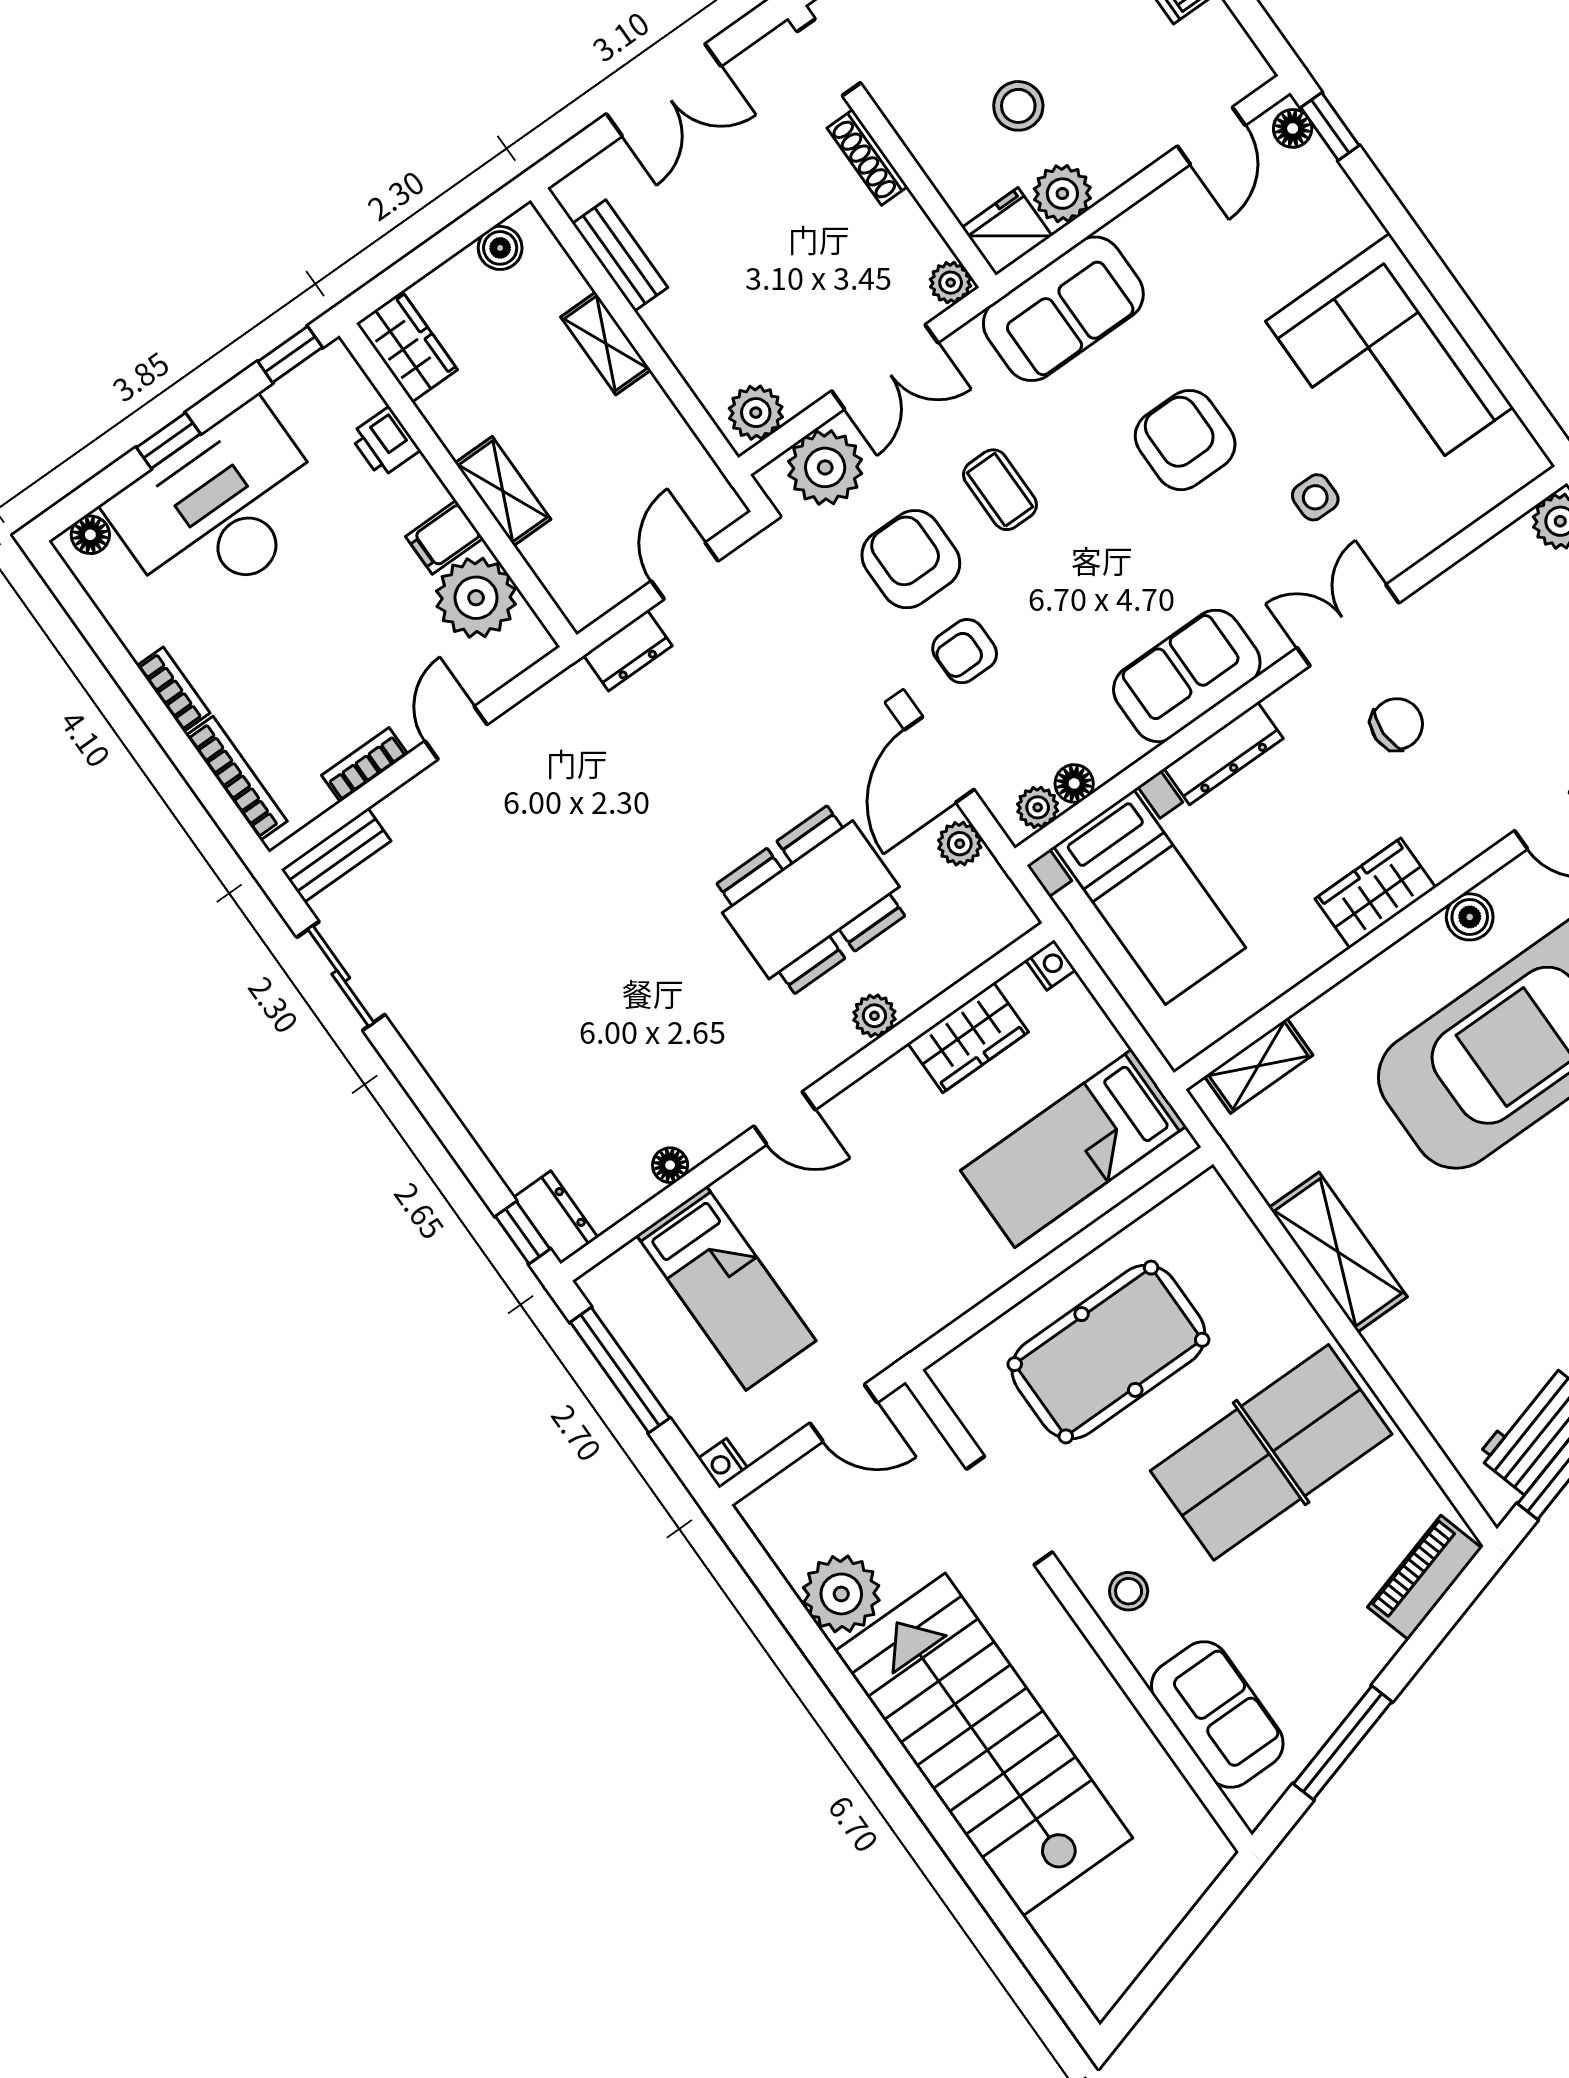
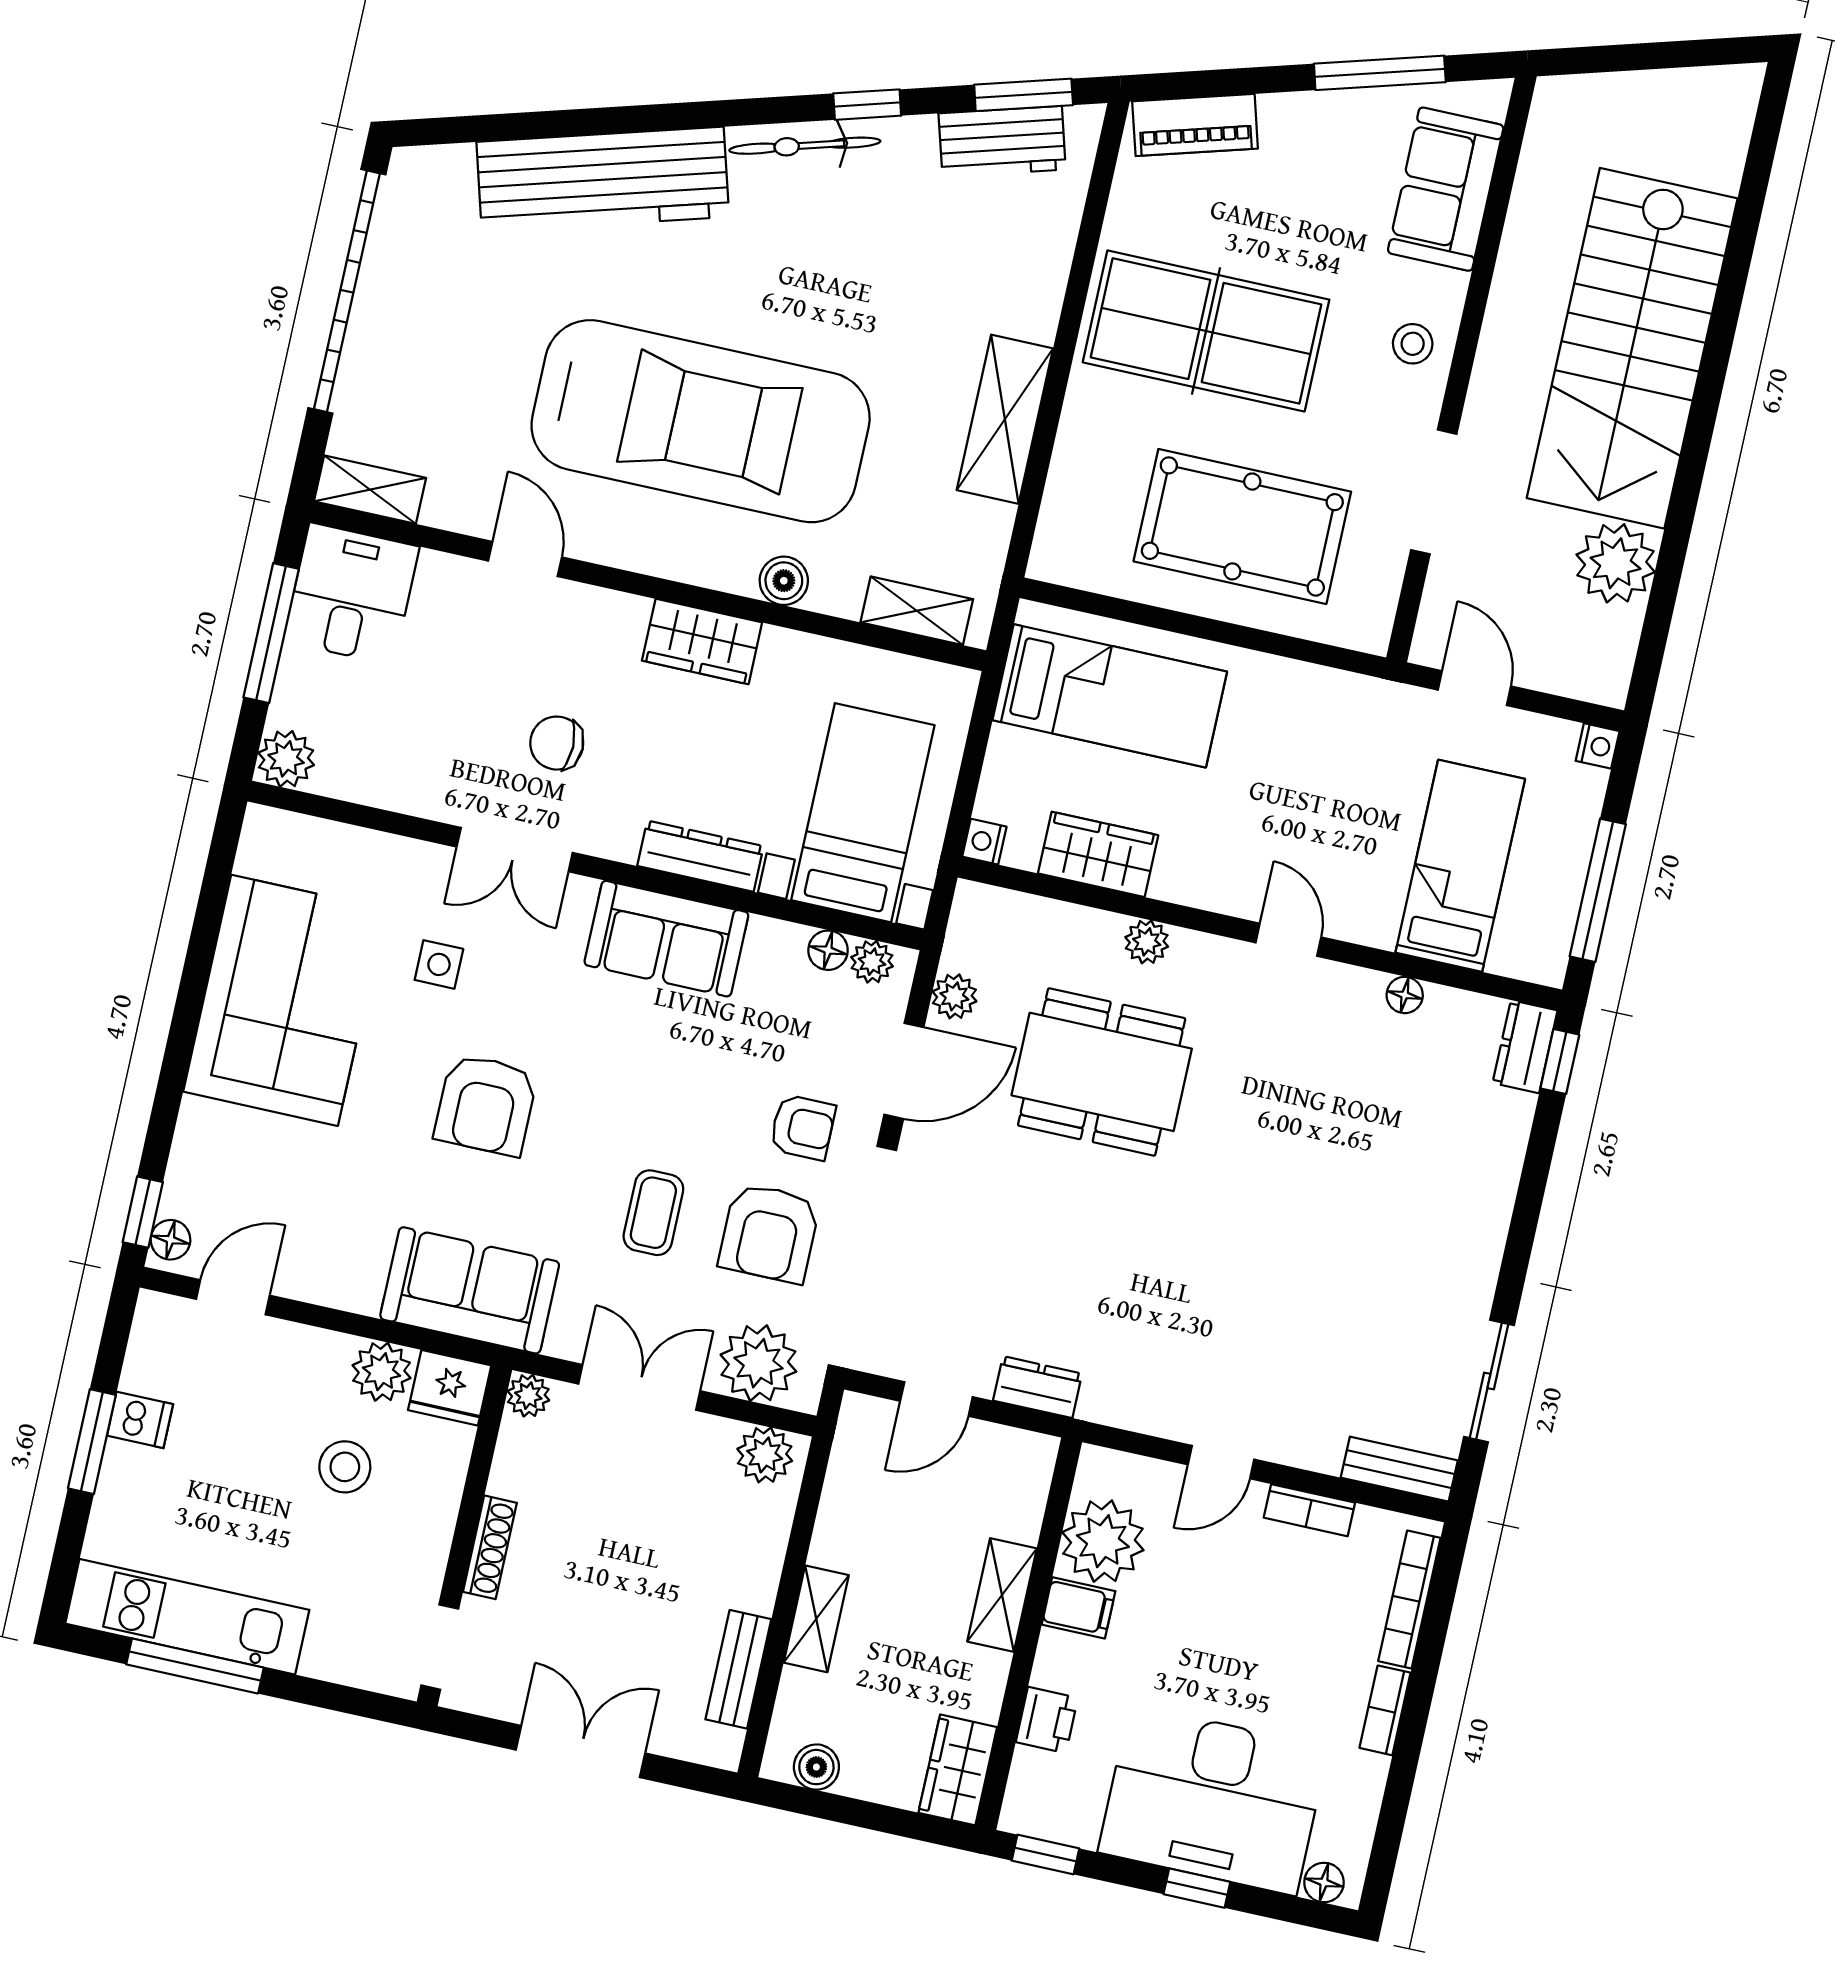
boiler: (1470, 917) -> (784, 581), moved

